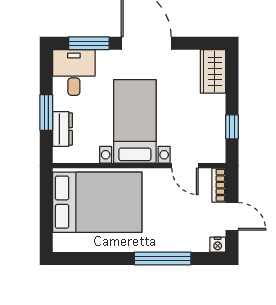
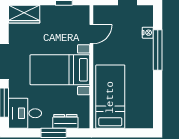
bookcase: (219, 185) -> (105, 10), removed
bed: (97, 202) -> (110, 97), width x0.67
nightstand: (218, 245) -> (148, 33), moved

